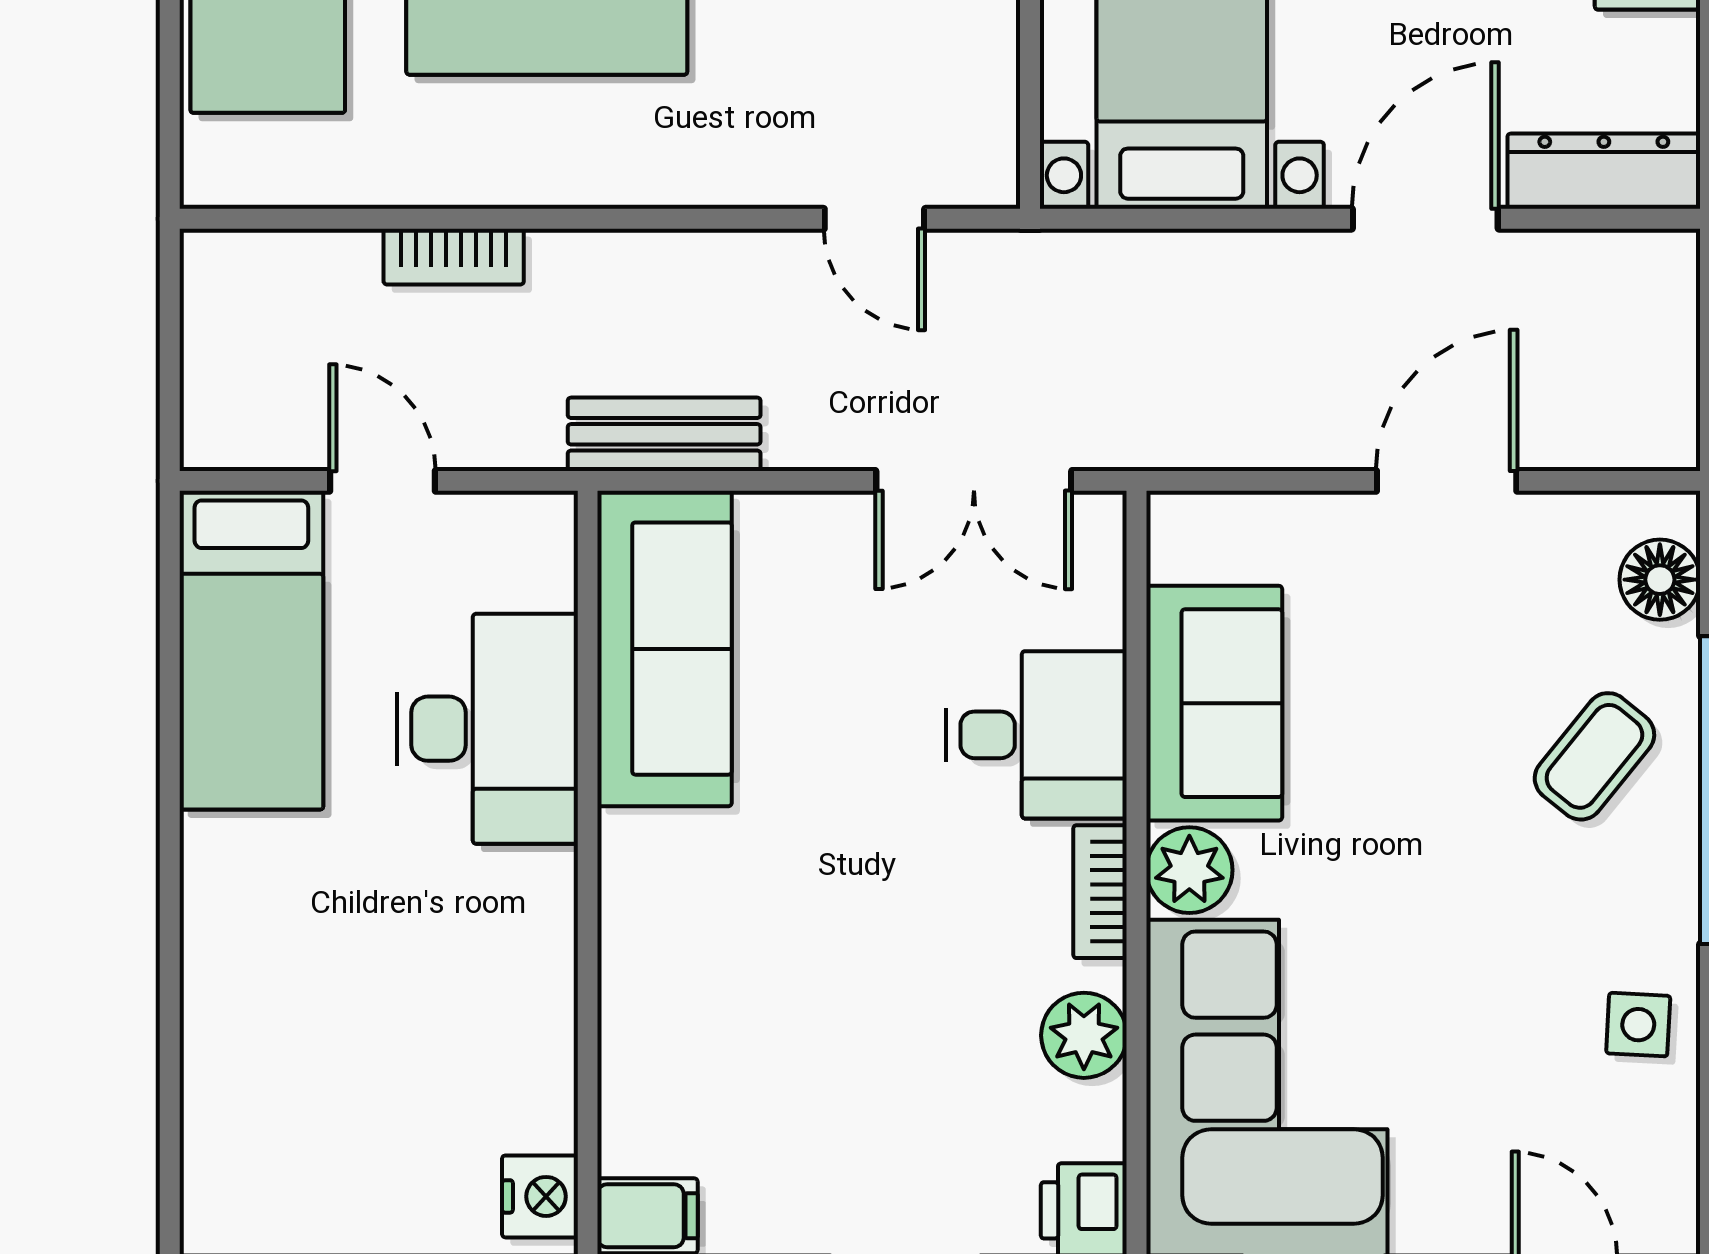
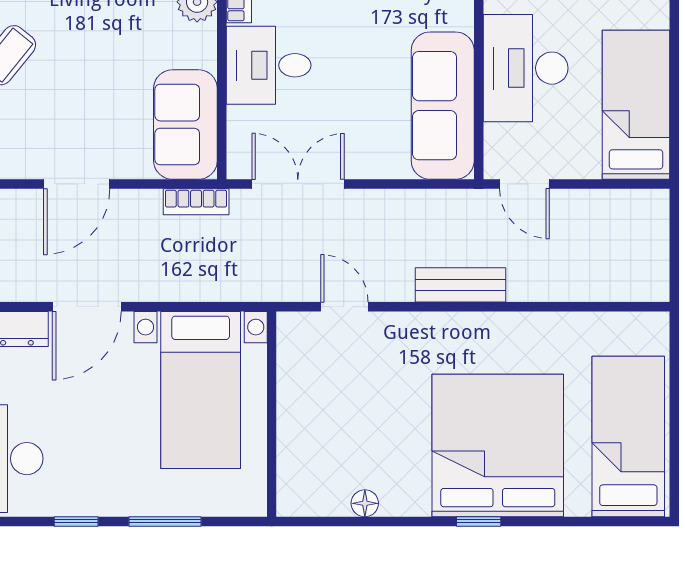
bookcase: (454, 257) -> (196, 202), moved, turned 180
bench: (664, 434) -> (460, 285), moved
door: (383, 481) -> (524, 184), moved
sofa: (1214, 703) -> (185, 125), moved

